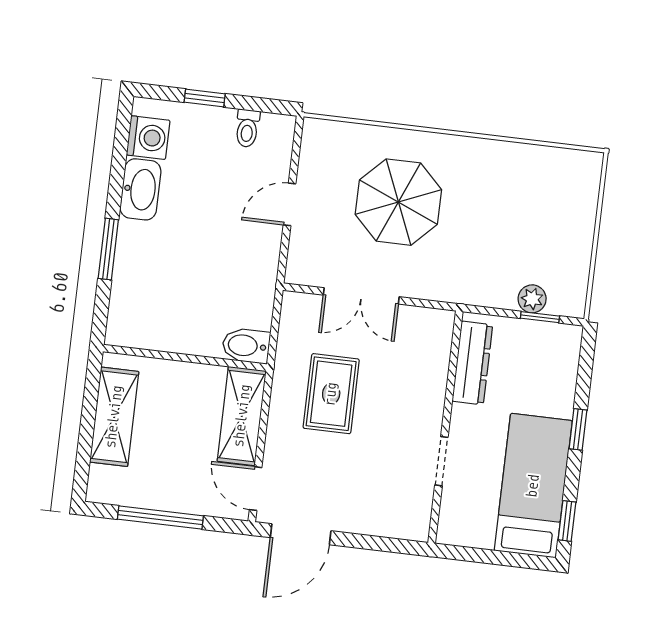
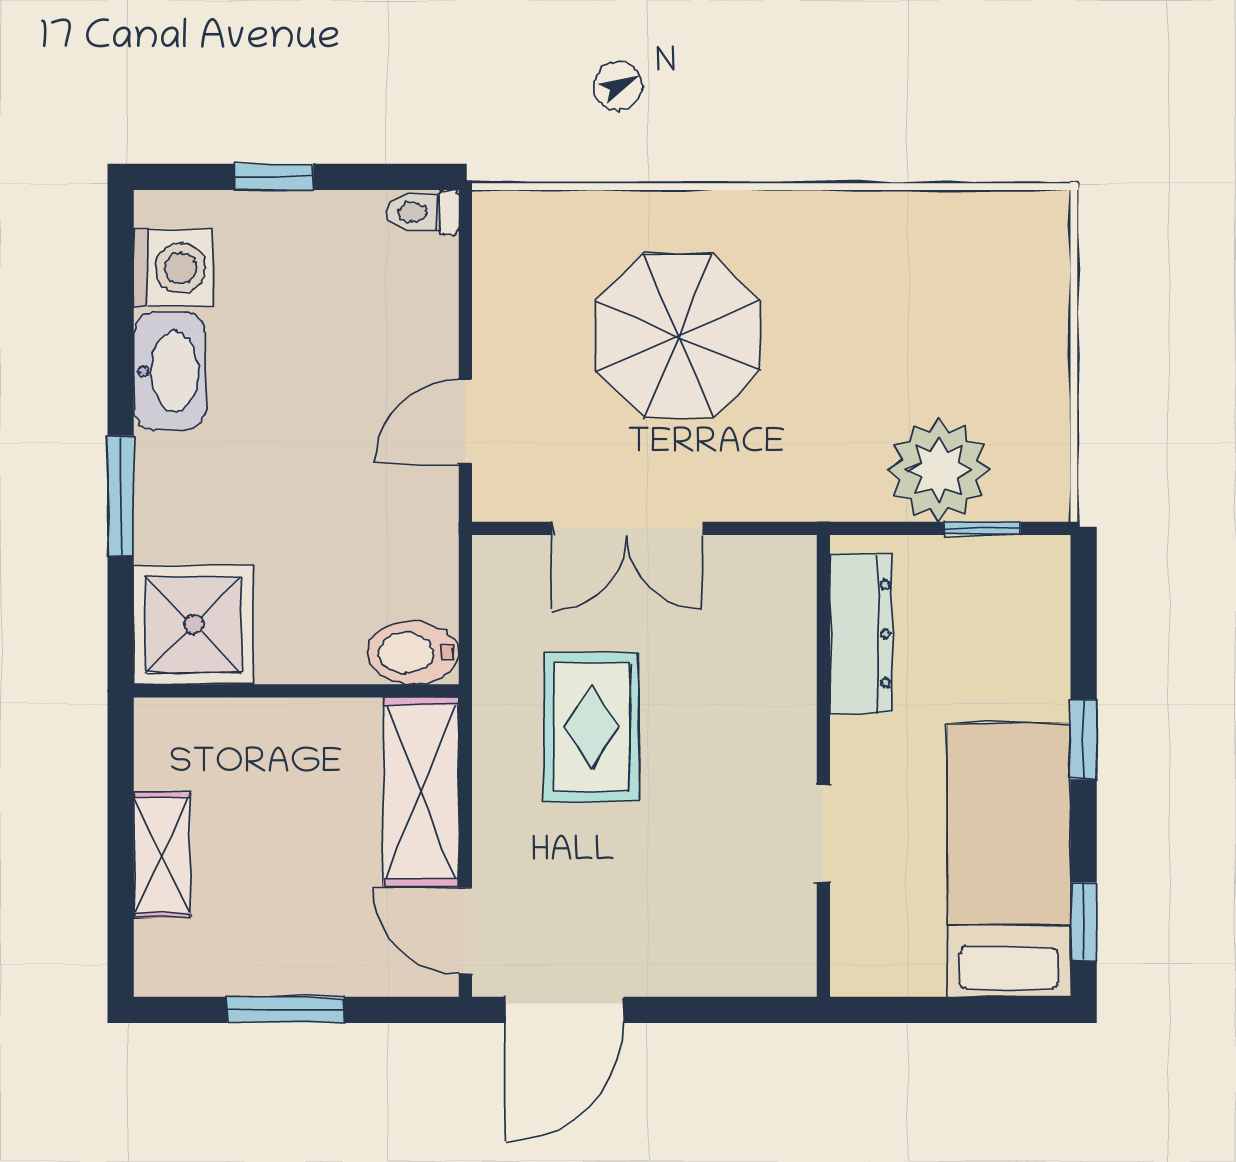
toilet: (247, 128) -> (423, 212), moved, turned 90
door: (290, 204) -> (465, 421), moved
plant: (532, 299) -> (939, 470), width x1.88, depth x1.88
shower: (137, 318) -> (193, 625), added
shelving: (114, 417) -> (162, 855), width x0.67, depth x0.75
window: (160, 517) -> (285, 1010), width x0.69

